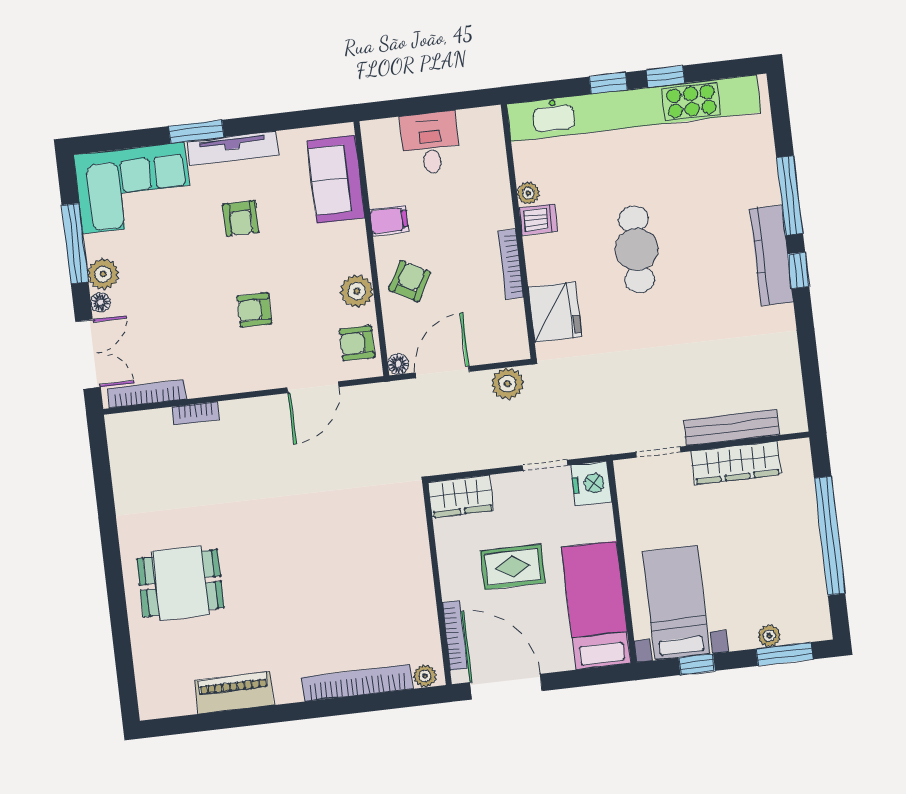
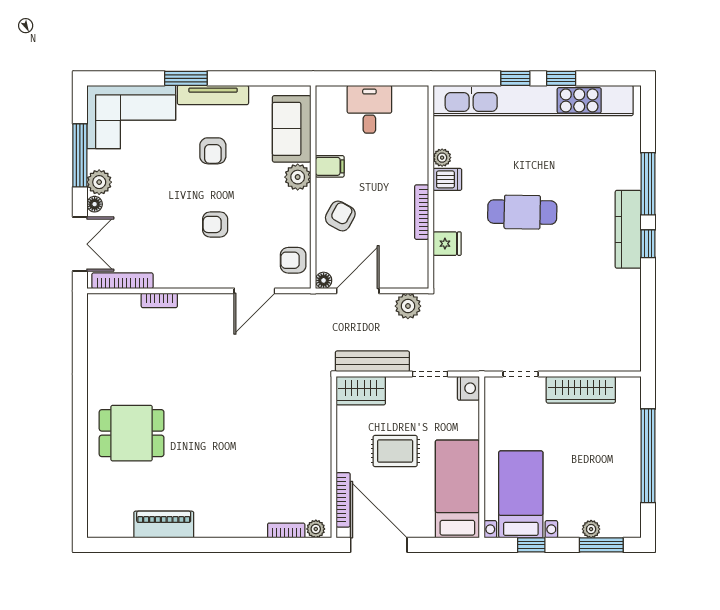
cafe table: (637, 249) -> (522, 212), turned 90
plant: (357, 291) -> (298, 177), moved
fridge: (555, 312) -> (447, 244), width x0.53, depth x0.75
bench: (732, 427) -> (372, 361), moved
nightstand: (591, 484) -> (468, 388), width x0.74, depth x0.75
bookcase: (357, 683) -> (286, 531), width x0.43, depth x0.76

